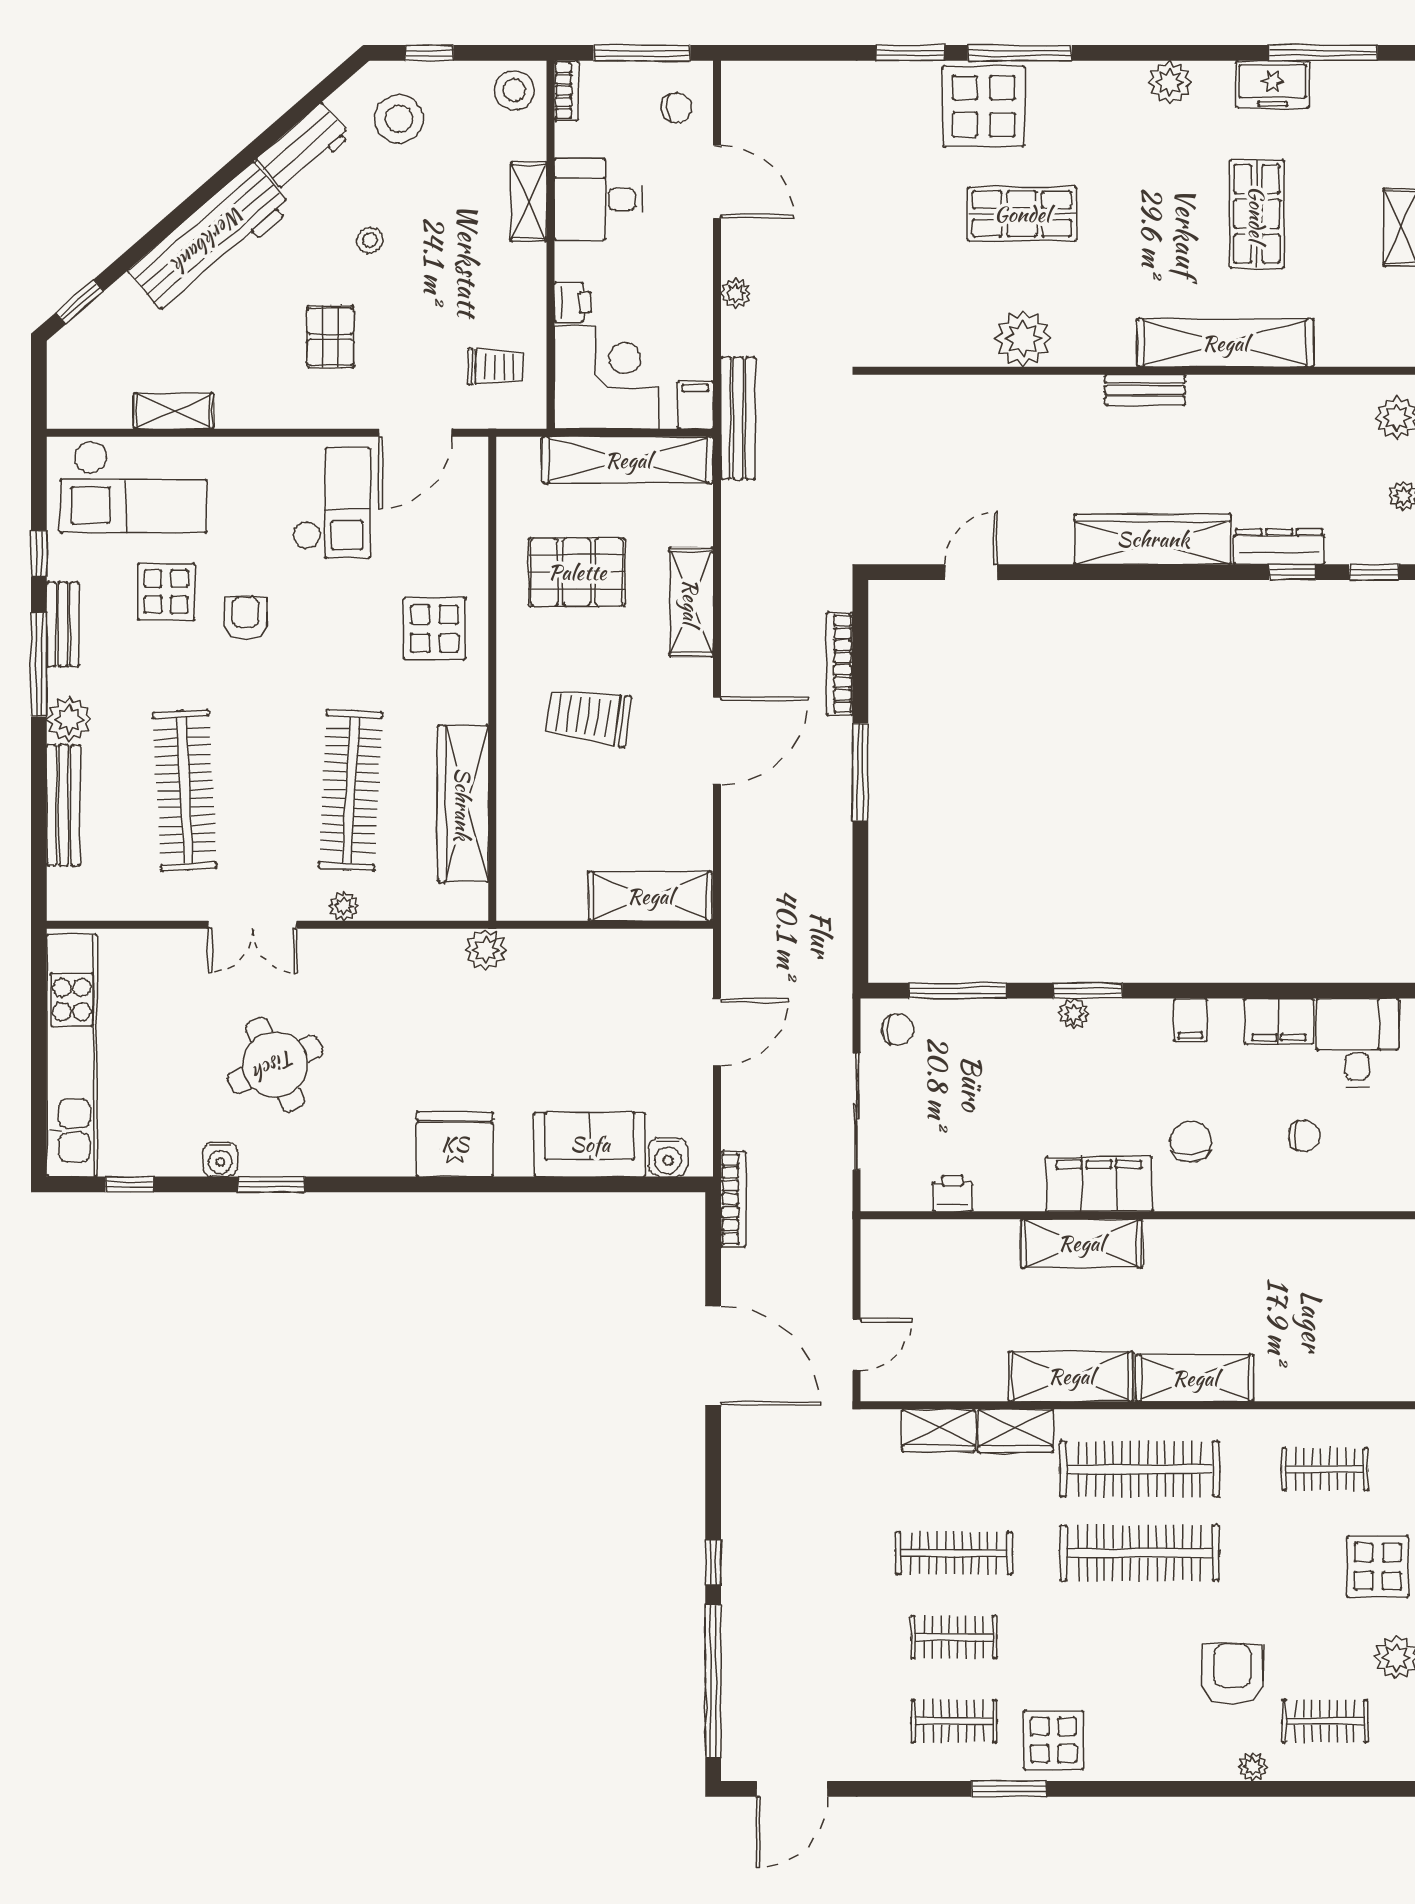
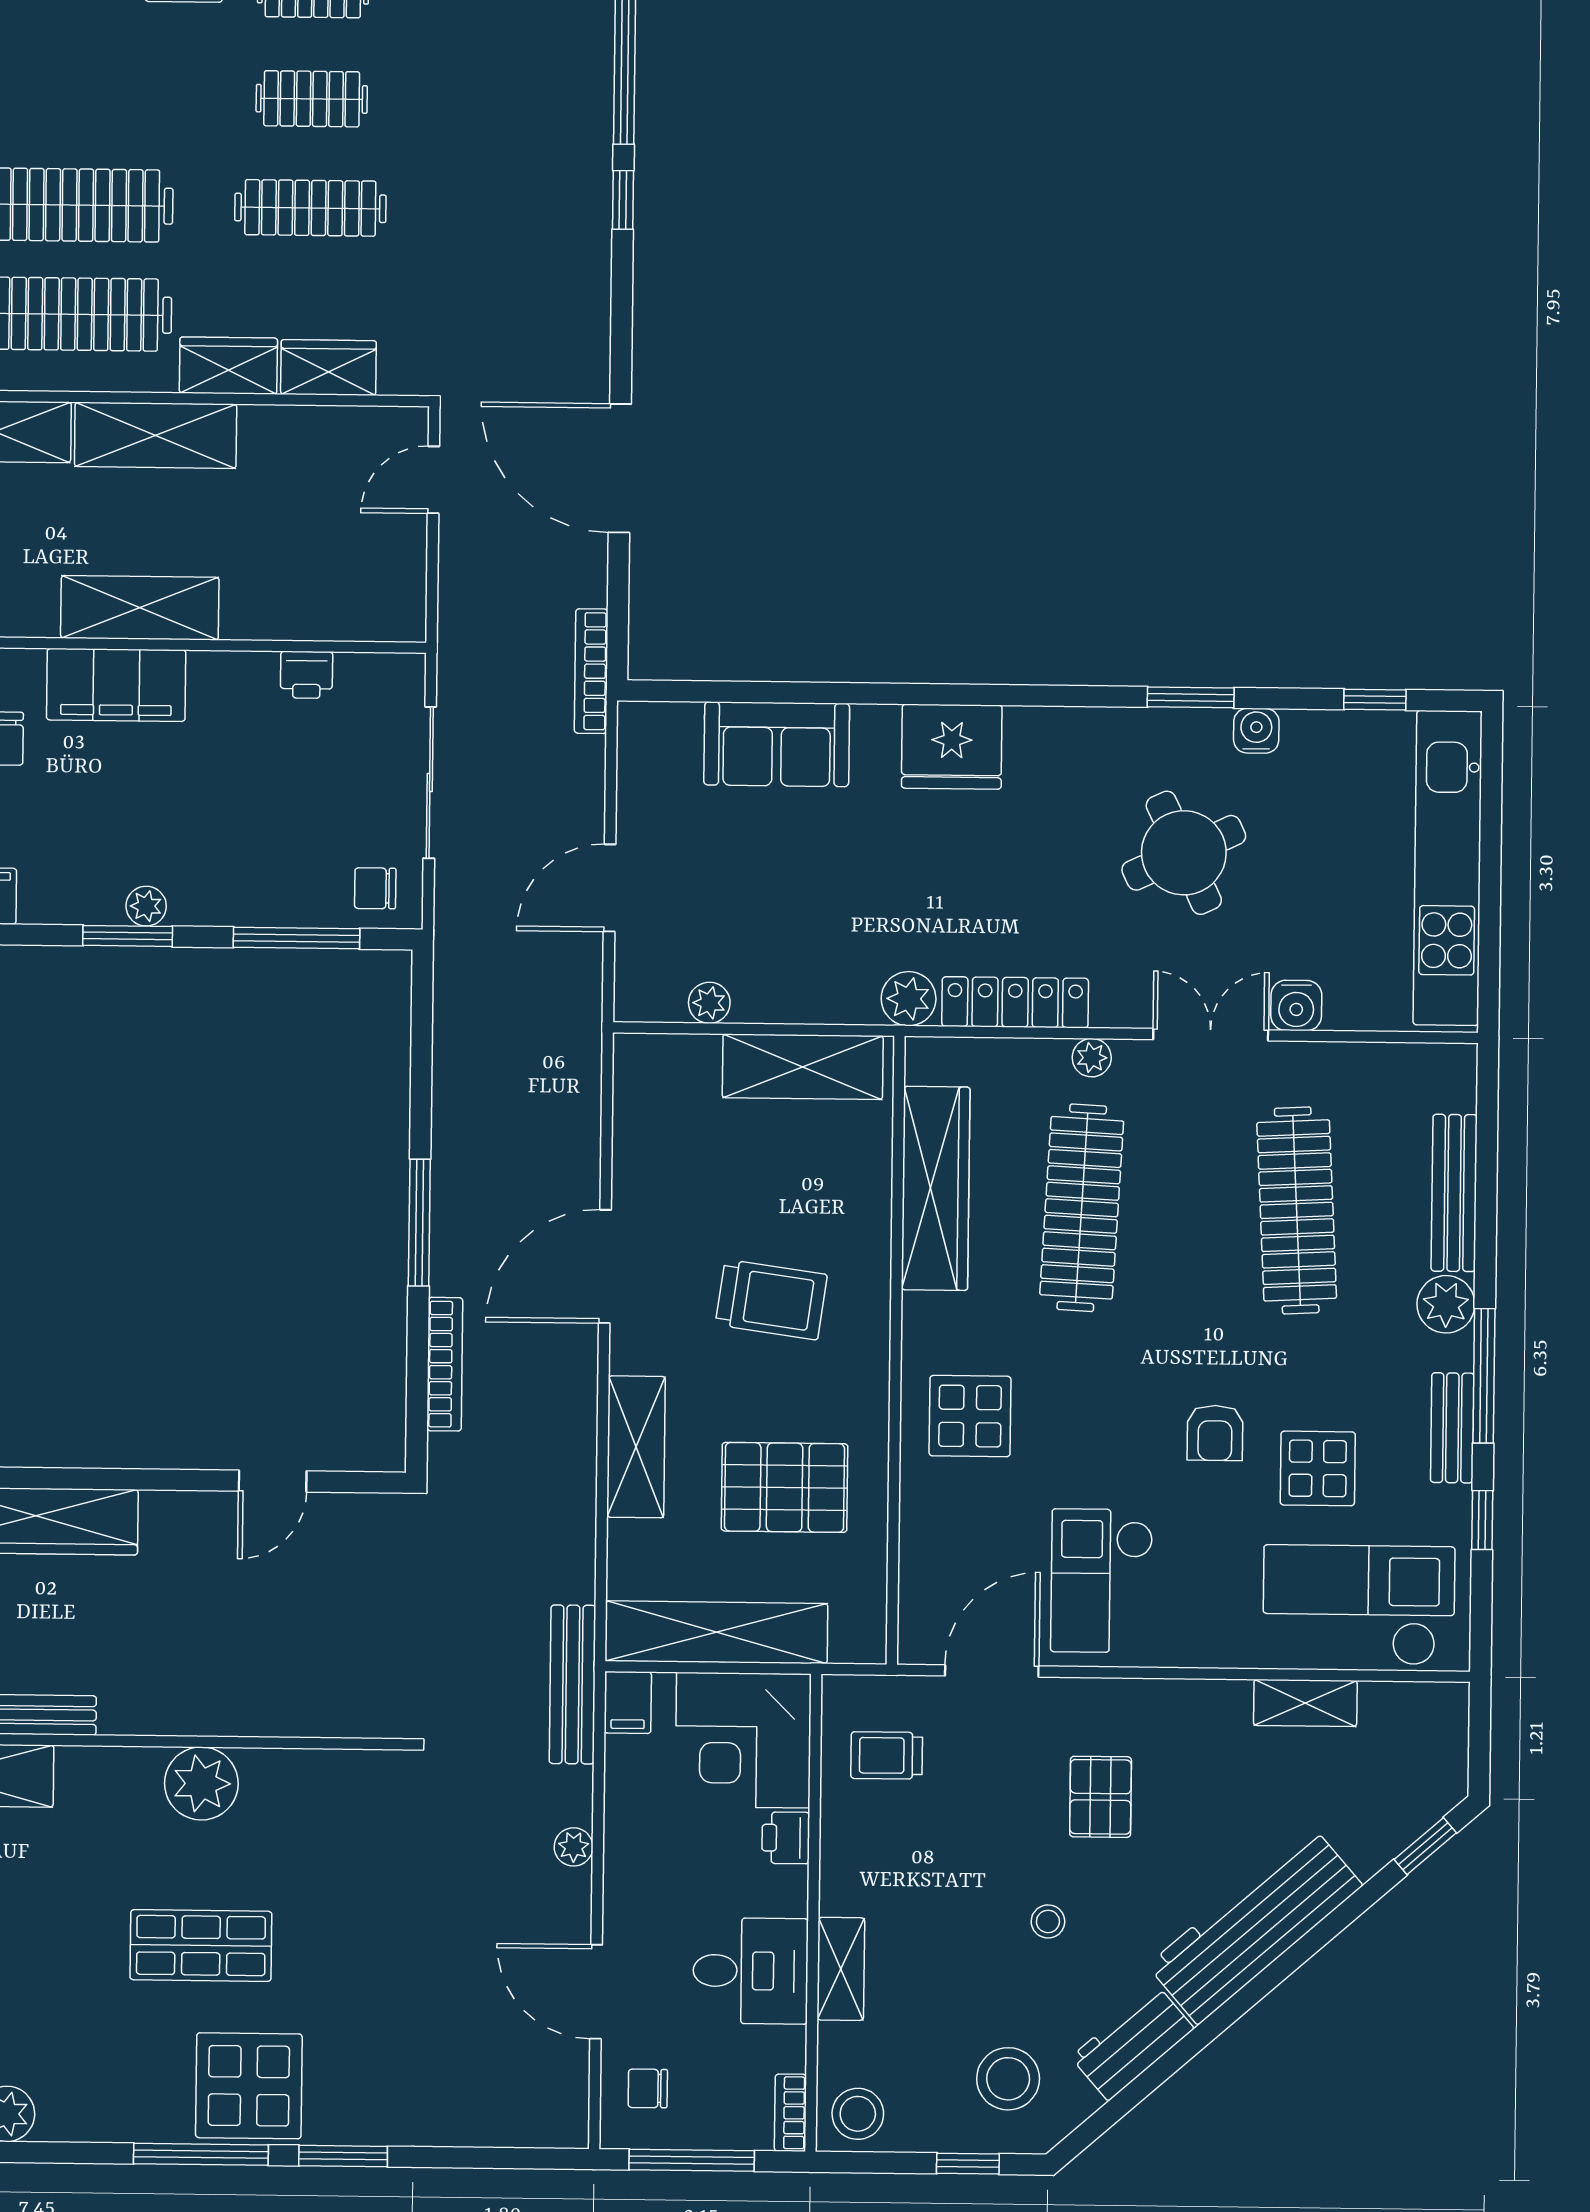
shelving: (650, 896) -> (803, 1067), moved
plant: (639, 945) -> (709, 1003), added
locker: (404, 948) -> (1015, 1002), added
water cooler: (668, 1157) -> (1296, 1005), moved, turned 180

